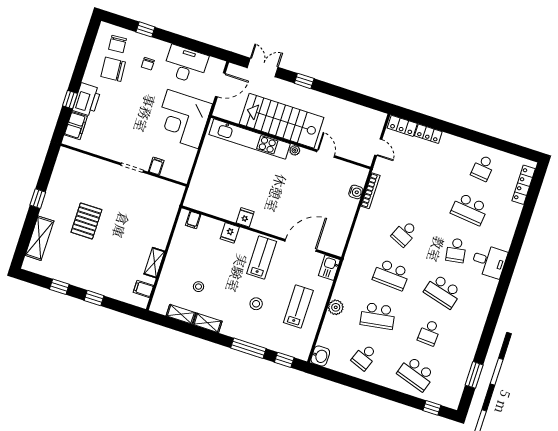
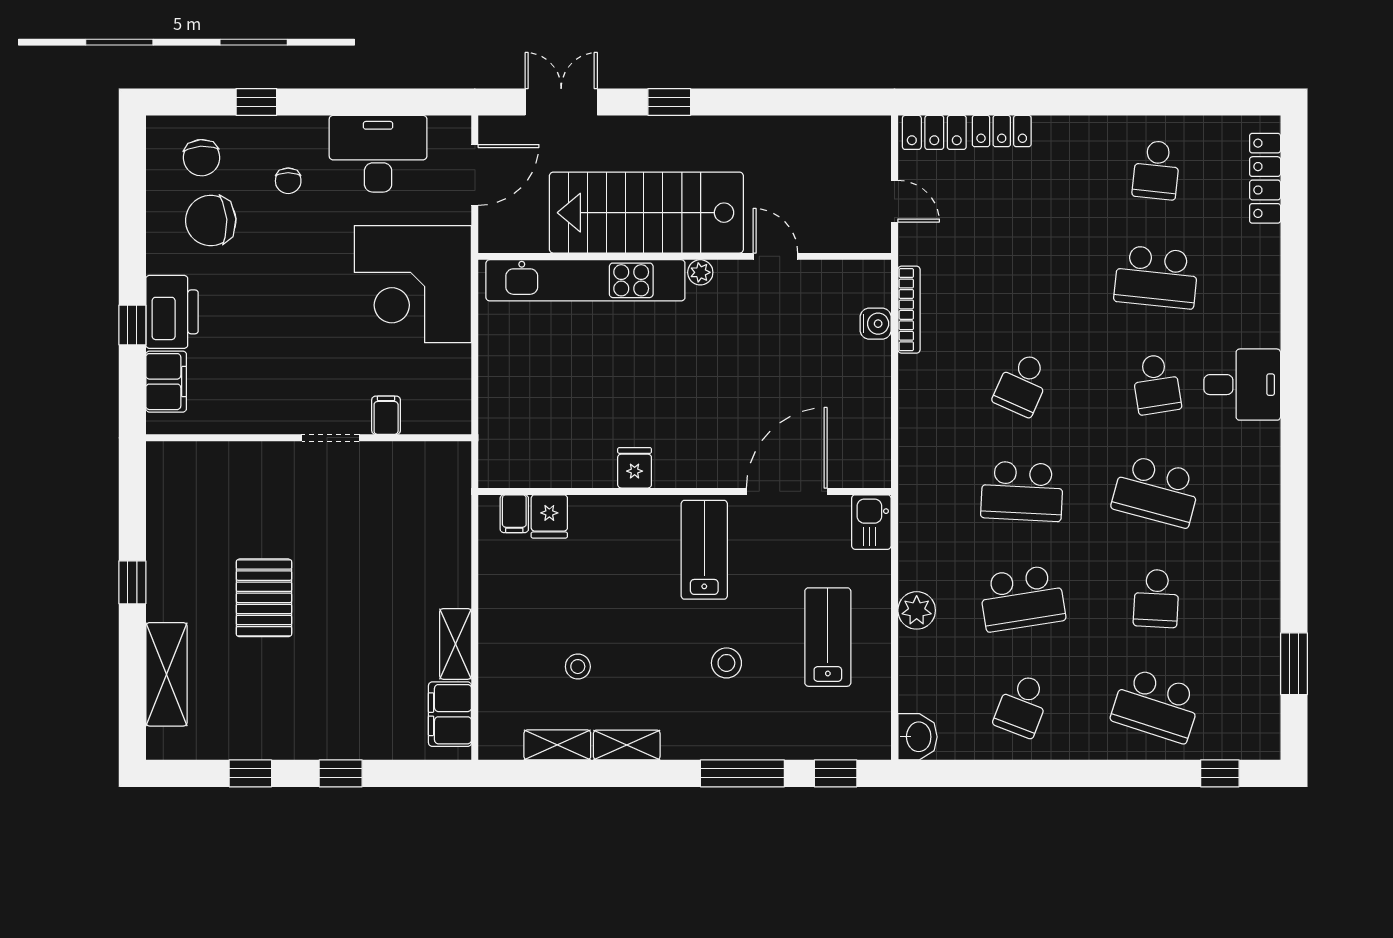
fridge: (230, 233) -> (549, 516), moved
filing cabinet: (143, 289) -> (450, 714), width x2.00

